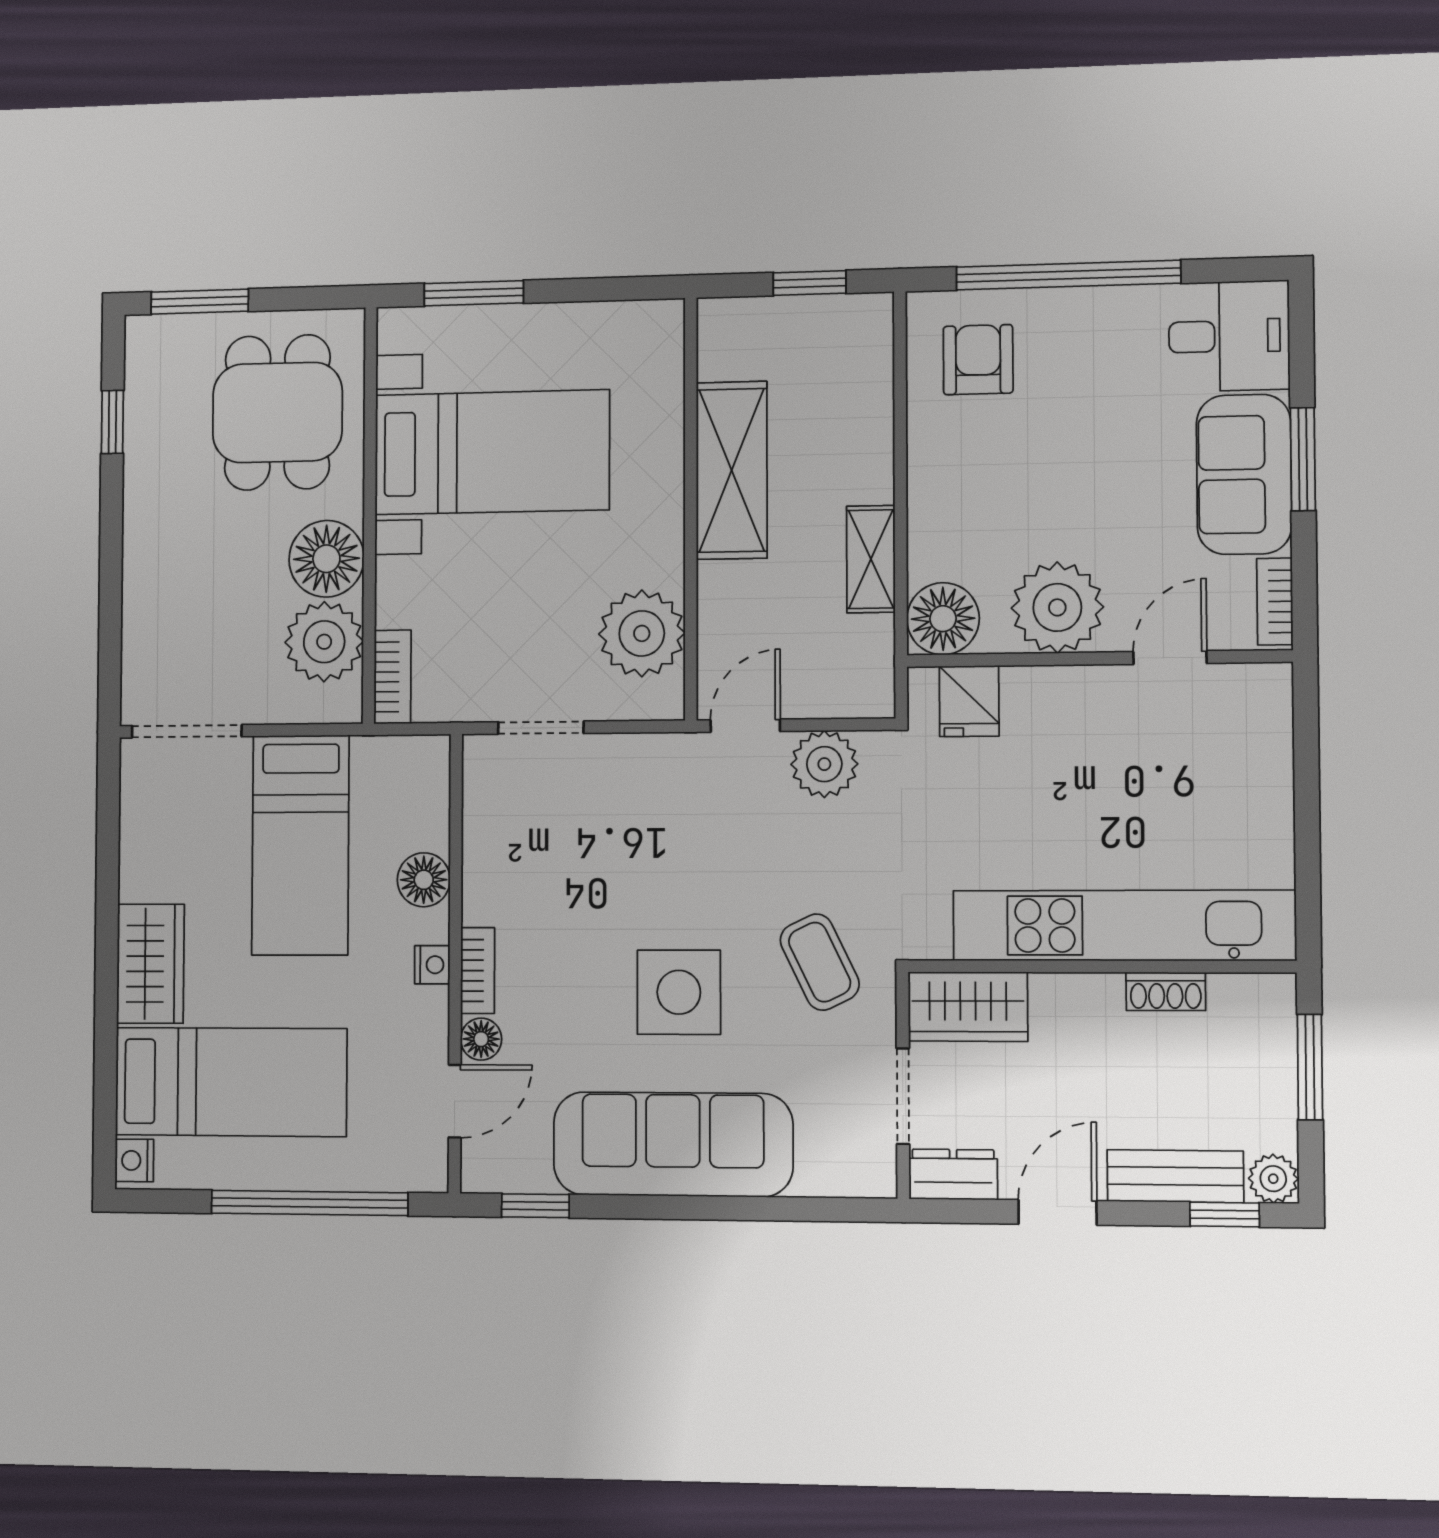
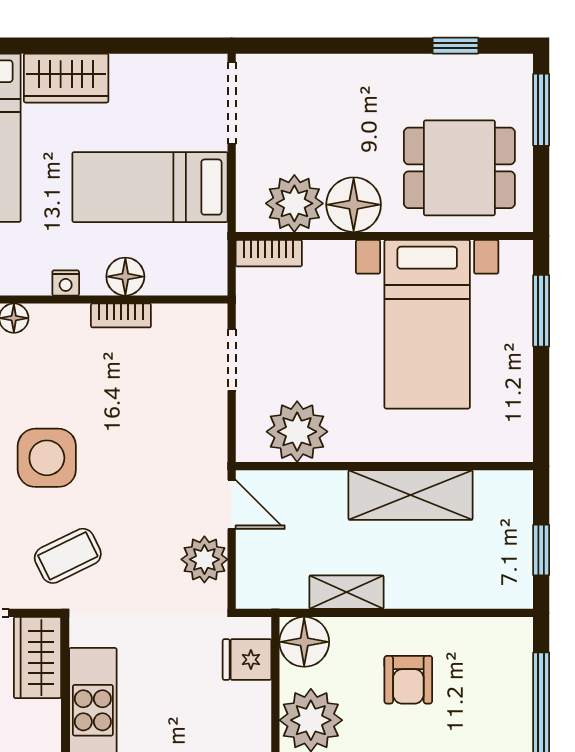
armchair: (978, 360) -> (408, 680), moved, turned 90
bookcase: (478, 971) -> (121, 315), moved

